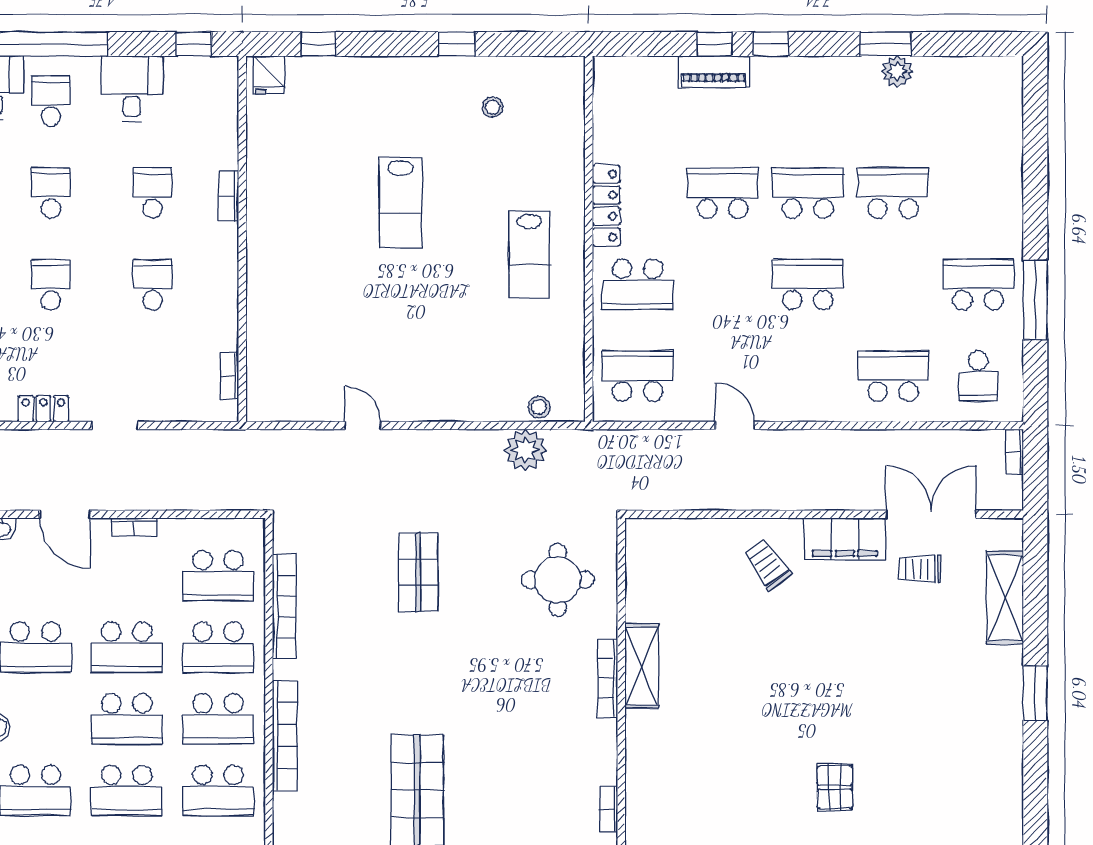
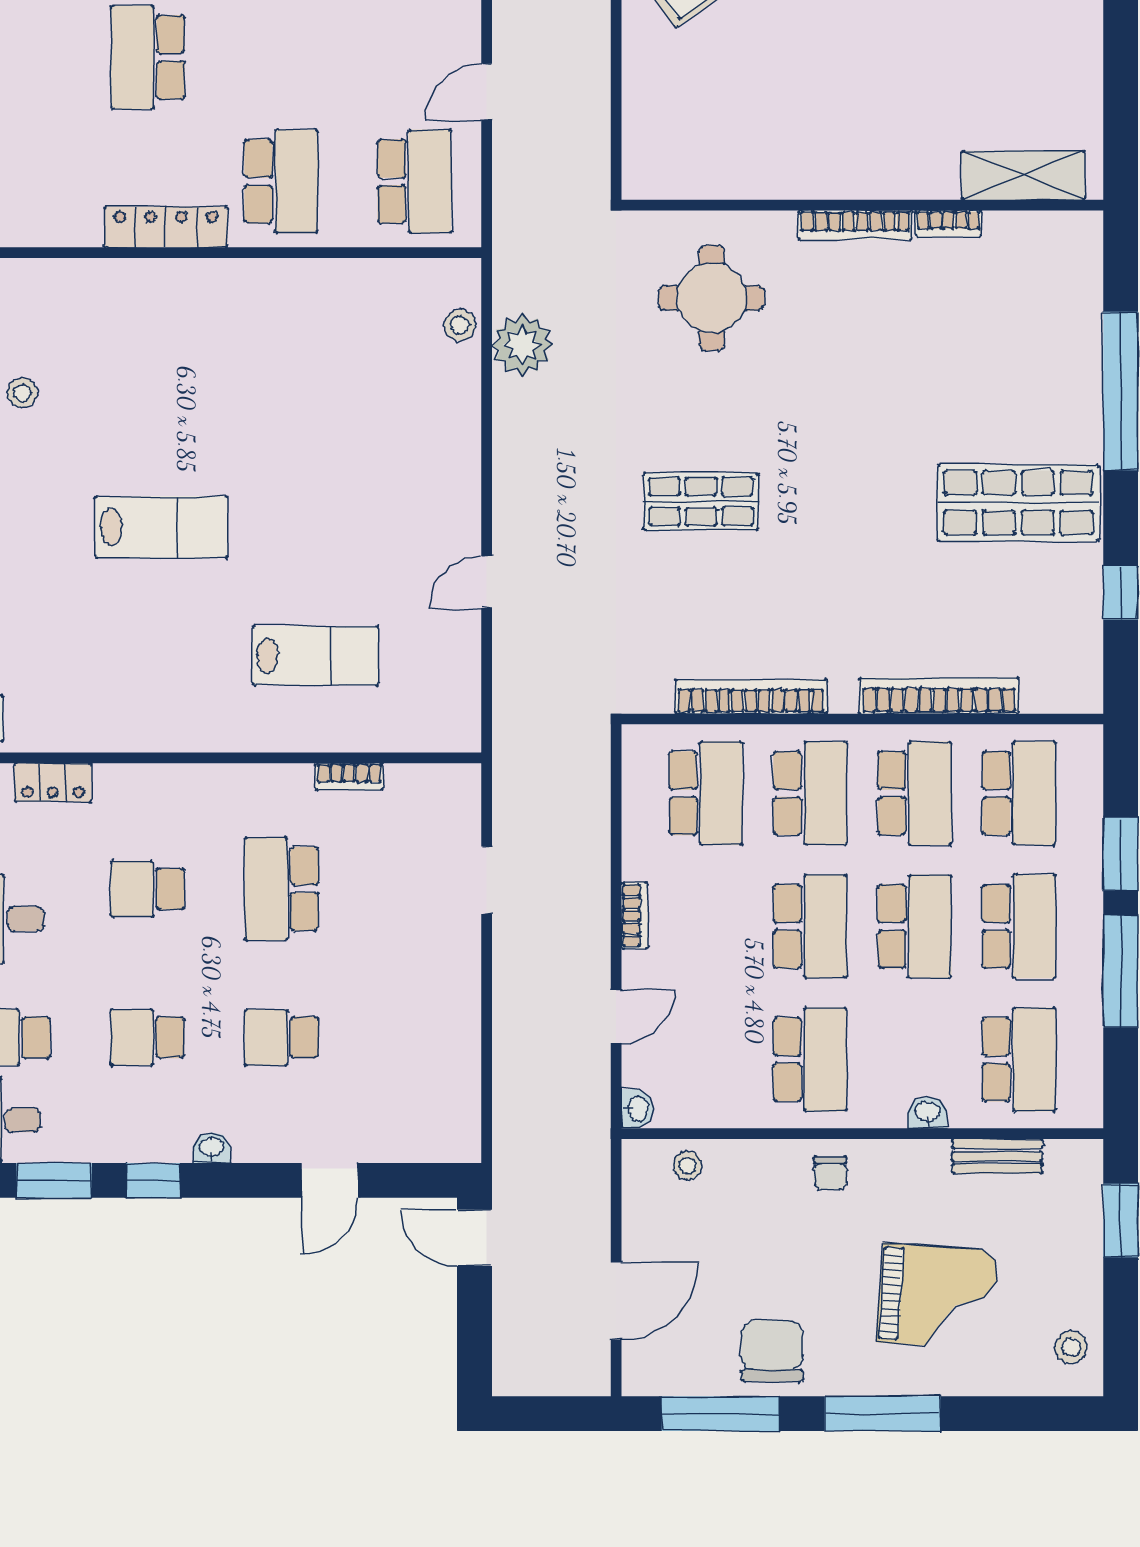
bookcase: (229, 196) -> (152, 778), removed
lab bench: (529, 254) -> (316, 656), moved
school desk: (152, 285) -> (282, 889), width x1.85
bookcase: (229, 376) -> (349, 777), moved
school desk: (638, 376) -> (414, 181), turned 180
locker: (43, 409) -> (53, 783), moved, turned -90
doorway: (115, 425) -> (487, 880), moved
door: (735, 425) -> (487, 92), moved
door: (65, 514) -> (616, 1016), width x0.73
shelving: (642, 666) -> (1023, 175), moved
bookcase: (609, 809) -> (948, 223), moved

